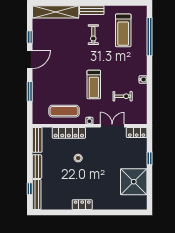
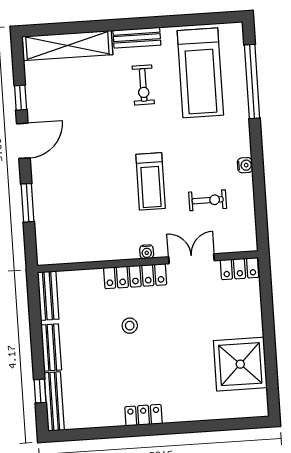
treadmill: (123, 30) -> (200, 73), width x1.37, depth x1.38
exercise mat: (64, 111) -> (96, 236), removed
locker: (69, 133) -> (135, 276), moved
window: (149, 158) -> (268, 317), removed

